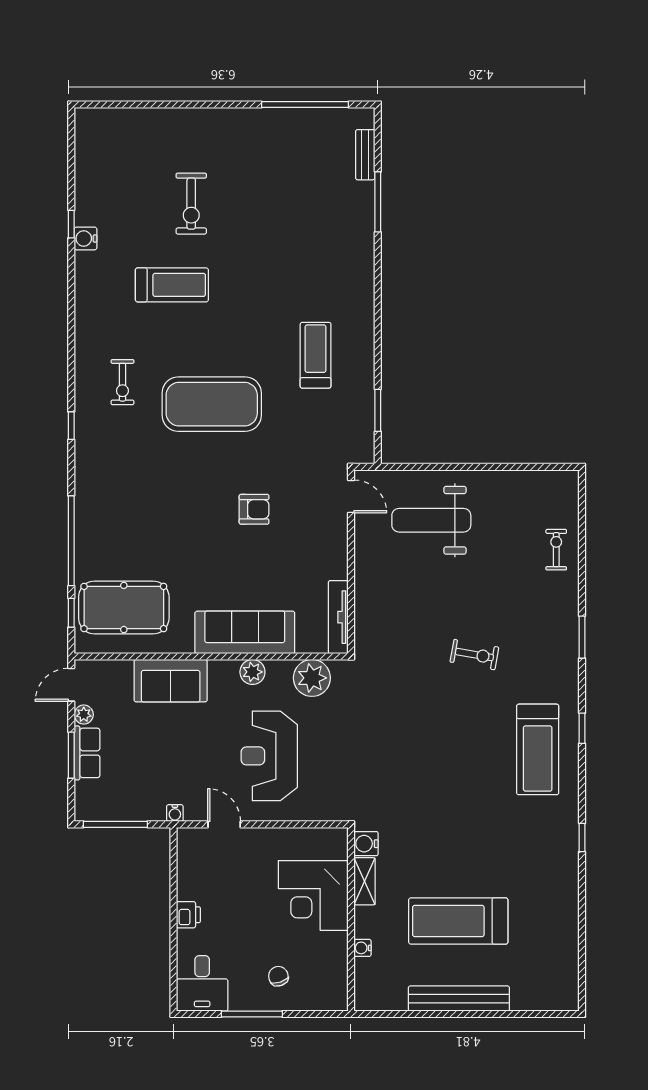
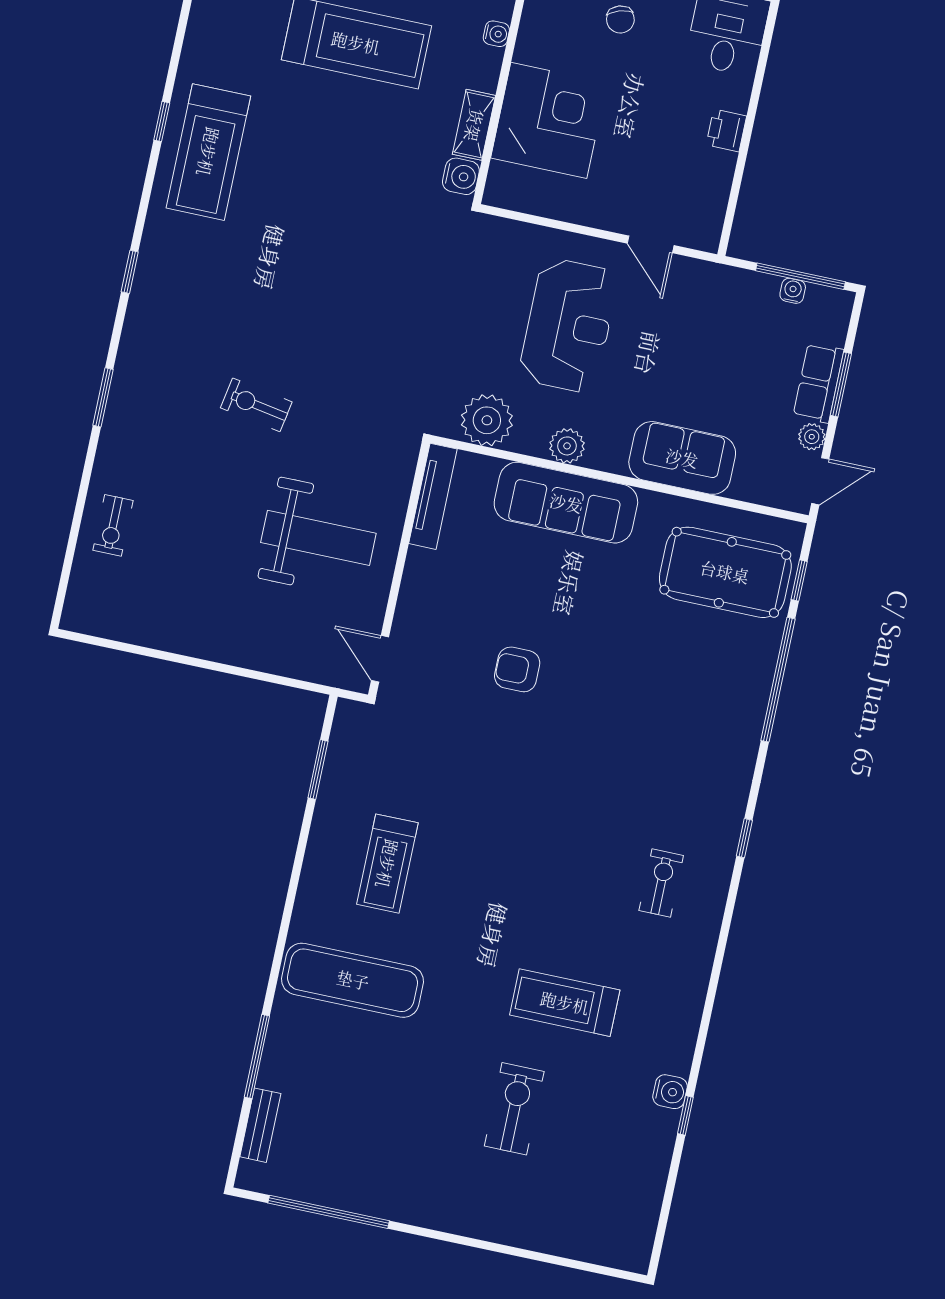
exercise mat: (212, 404) -> (353, 980), moved, width x0.68
weight bench: (431, 520) -> (318, 538), moved
treadmill: (538, 749) -> (208, 152), moved, turned 180
water cooler: (175, 813) -> (793, 291), moved

